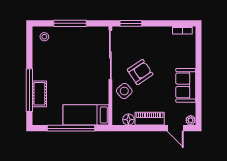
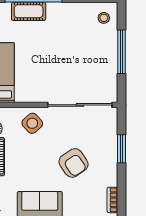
window: (131, 23) -> (121, 149), moved
armchair: (140, 72) -> (74, 163), moved

